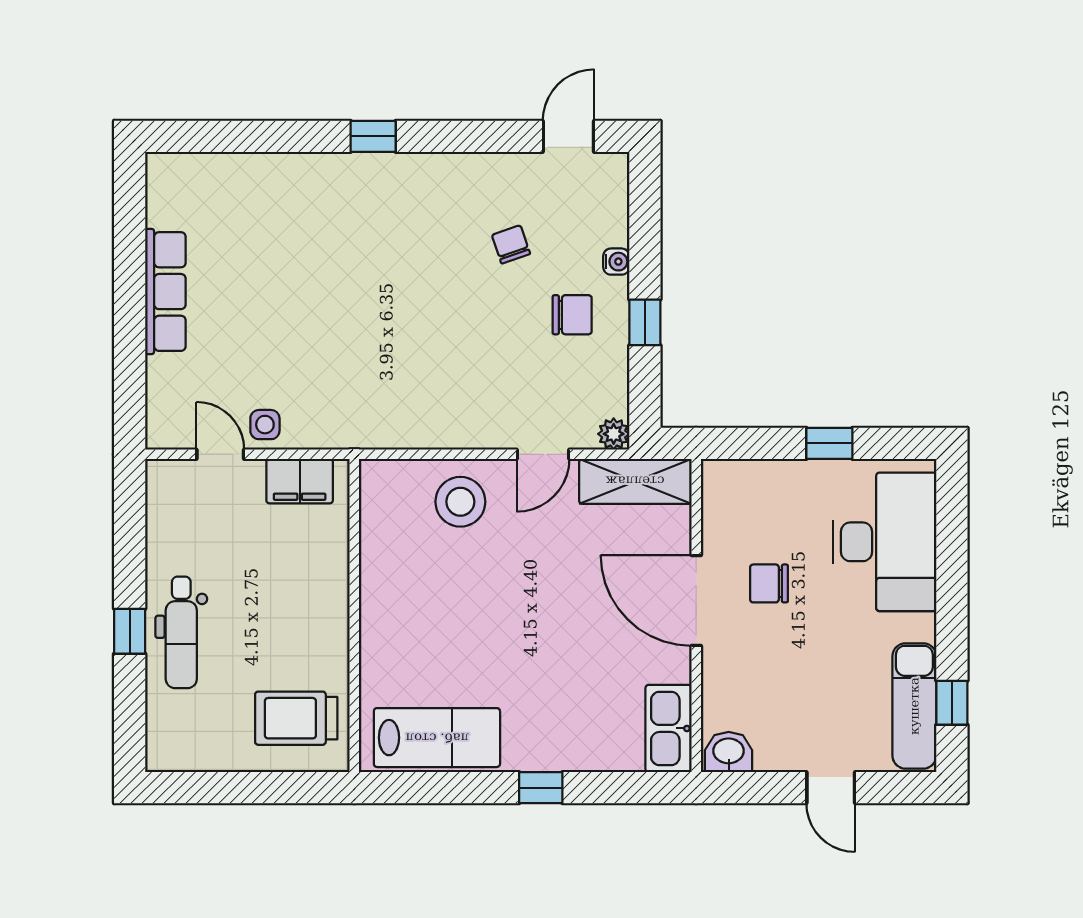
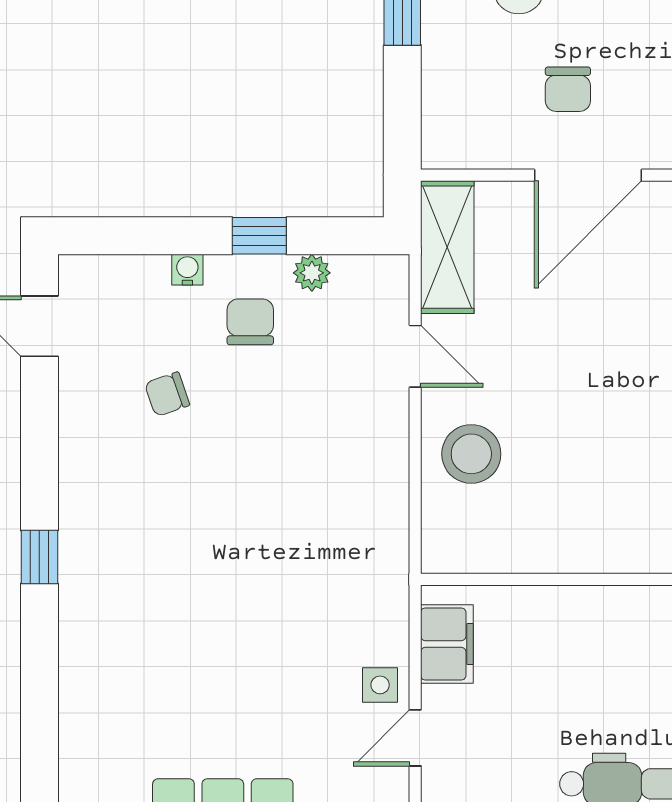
plant: (614, 434) -> (312, 273), moved

